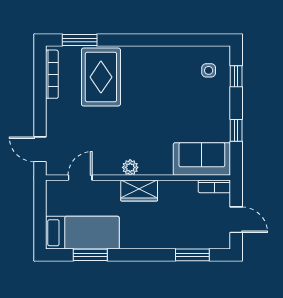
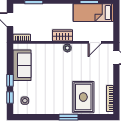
window: (80, 40) -> (69, 117), moved
window: (236, 130) -> (10, 80), moved
sofa: (202, 159) -> (22, 65), moved, turned -90

